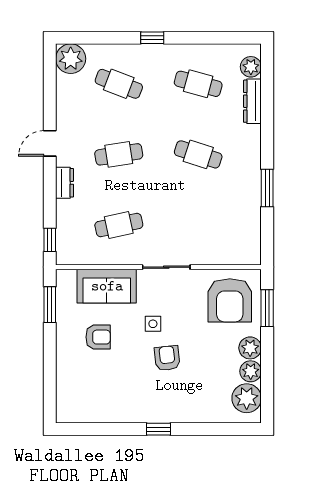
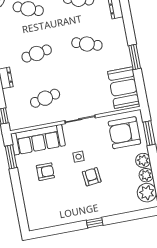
booth: (242, 231) -> (124, 88), added
sofa: (107, 286) -> (38, 140), width x1.36
armchair: (230, 300) -> (124, 133), turned 90

